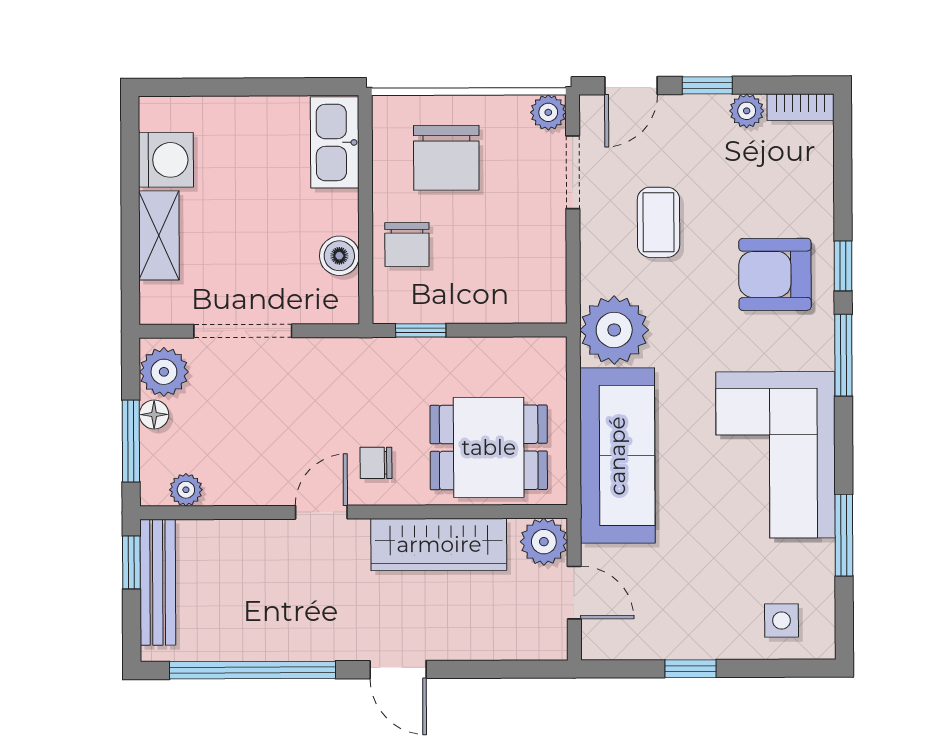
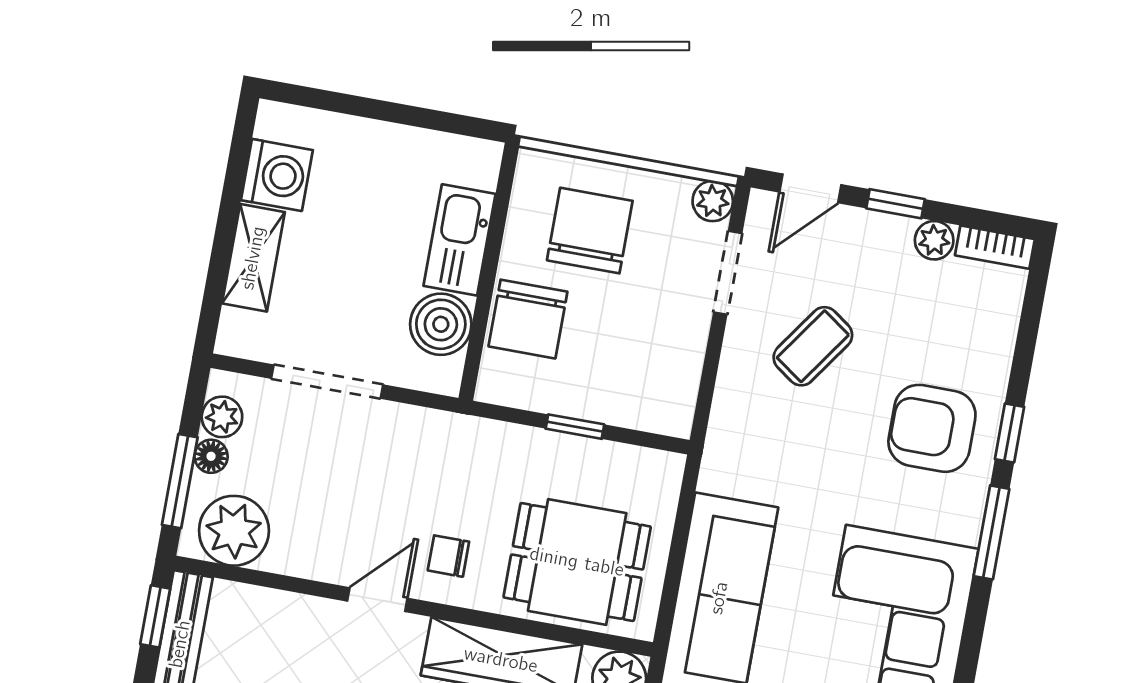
kitchen sink: (335, 142) -> (460, 240), moved
chair: (446, 158) -> (590, 231), turned 180
coffee table: (658, 222) -> (813, 346), turned 35
chair: (407, 244) -> (528, 319), width x1.37, depth x1.37
boiler: (339, 256) -> (441, 324), width x1.36, depth x1.36
window: (421, 330) -> (575, 427), moved
plant: (614, 330) -> (741, 457), removed
plant: (164, 372) -> (222, 417), width x0.73, depth x0.73
plant: (186, 490) -> (234, 531), width x1.88, depth x1.88

